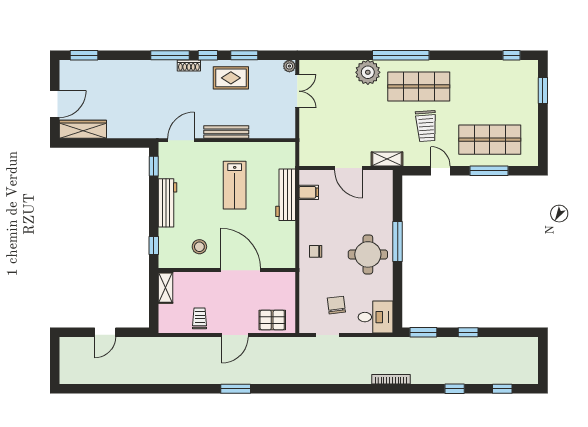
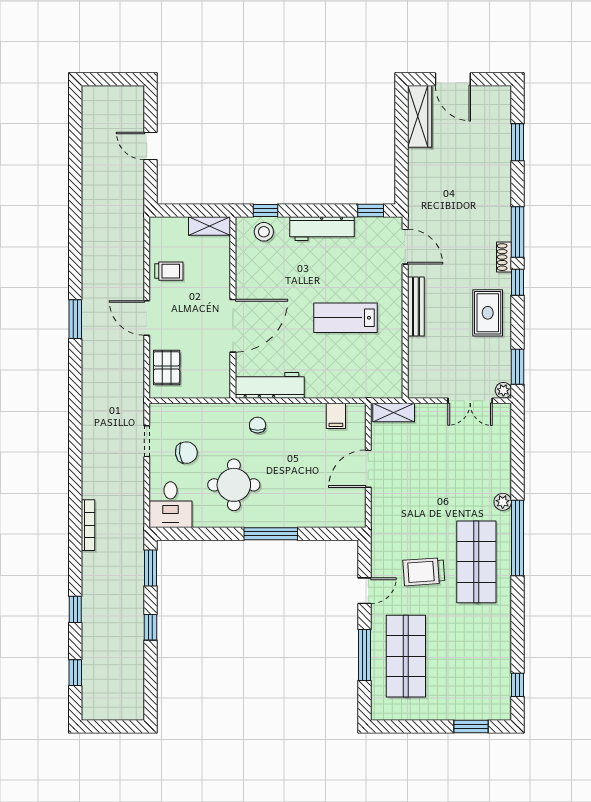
window: (84, 55) -> (518, 142), moved
window: (244, 55) -> (518, 367), moved
plant: (368, 72) -> (503, 502), width x0.53, depth x0.53
shelving: (387, 159) -> (394, 413), moved, turned 90
workbench: (286, 195) -> (270, 385), moved
stool: (199, 247) -> (264, 232), moved
round table: (368, 254) -> (234, 485), moved

